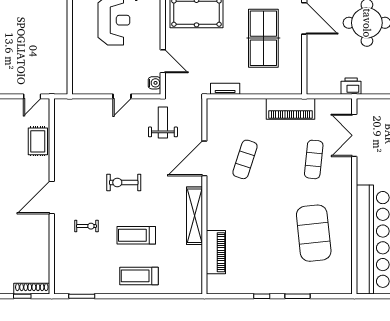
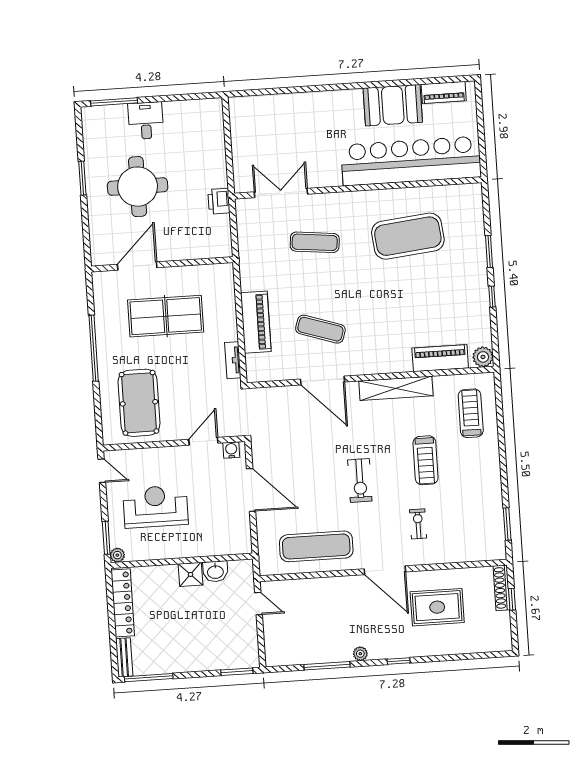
shower: (59, 44) -> (190, 574), added
washbasin: (60, 64) -> (215, 572), added
door: (122, 96) -> (251, 490), width x1.88
piano: (291, 109) -> (256, 322), moved
weight bench: (163, 122) -> (281, 436), removed
double door: (354, 135) -> (281, 193), swing flipped
rug: (38, 141) -> (437, 607), moved, width x1.36, depth x1.43
exercise mat: (74, 145) -> (316, 546), added
treadmill: (139, 276) -> (471, 413), moved, turned 180
plant: (215, 286) -> (483, 357), added

